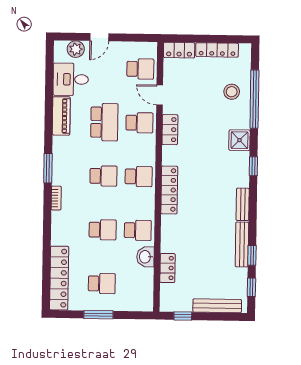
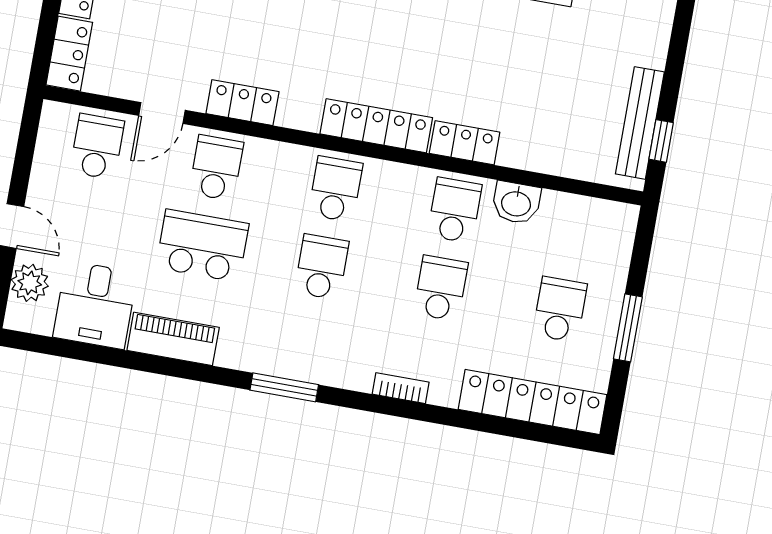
bookcase: (56, 198) -> (401, 388), moved
locker: (167, 268) -> (465, 143), moved
bench: (217, 306) -> (640, 123), moved

